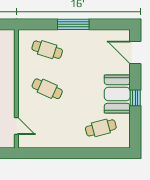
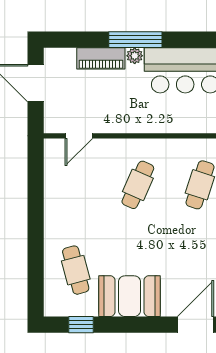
window: (135, 98) -> (81, 325), moved

